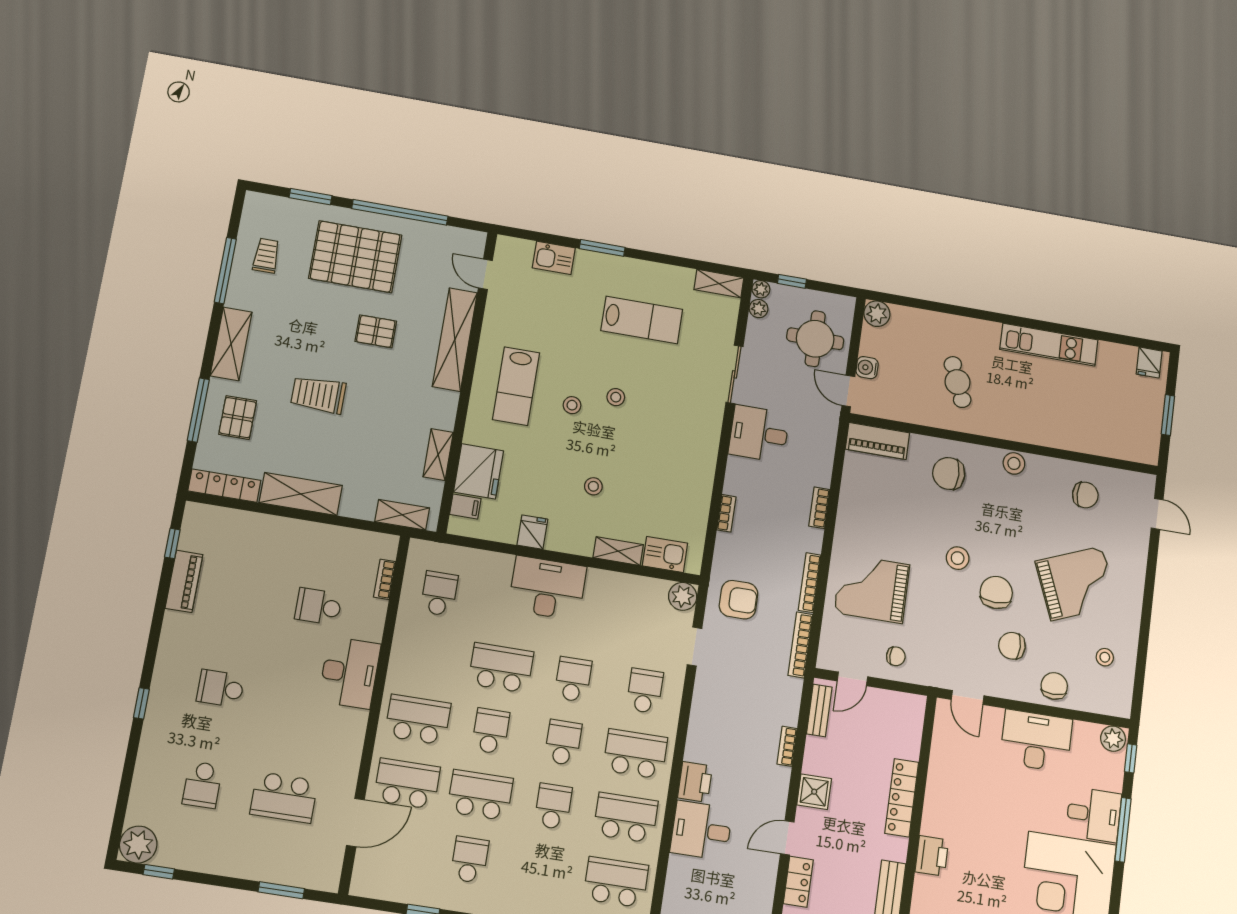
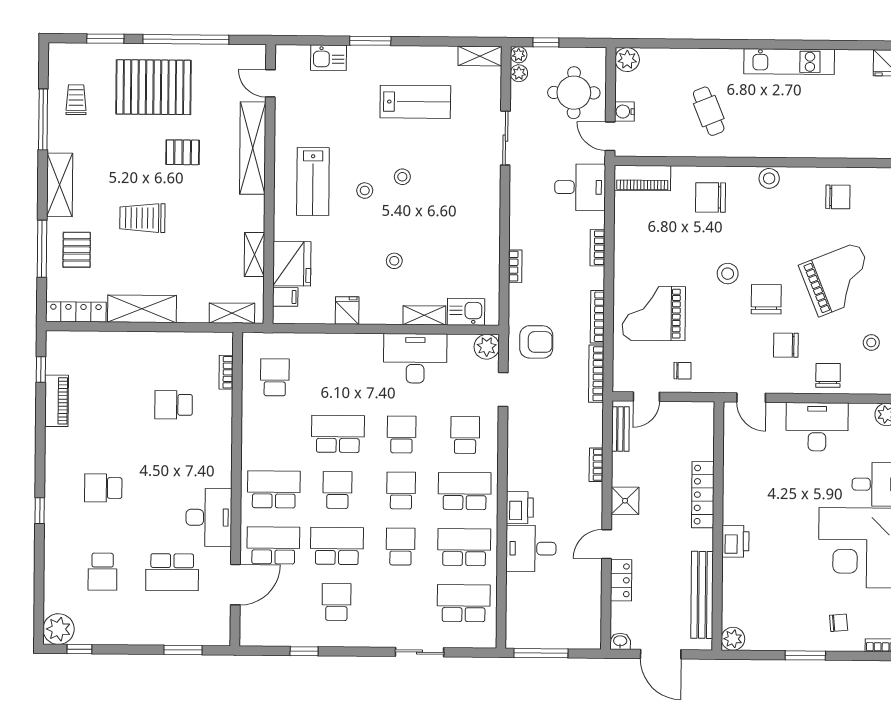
desk: (759, 434) -> (580, 187), moved, turned 180
desk: (547, 588) -> (415, 358), moved
desk: (349, 673) -> (209, 517), moved

